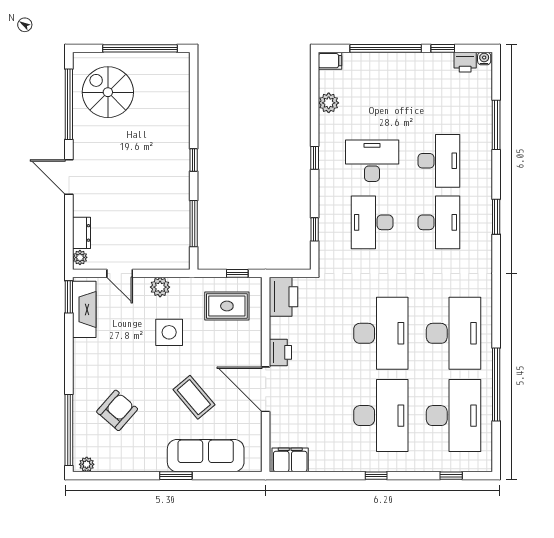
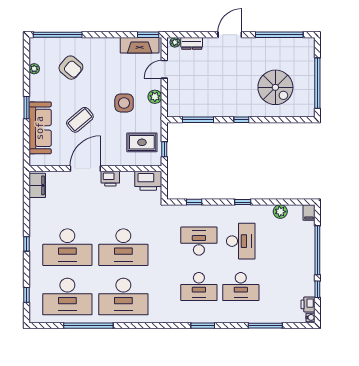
spiral stairs: (108, 92) -> (275, 87), moved, turned 90
rug: (227, 306) -> (142, 142), turned 90
plant: (87, 464) -> (34, 69), moved

